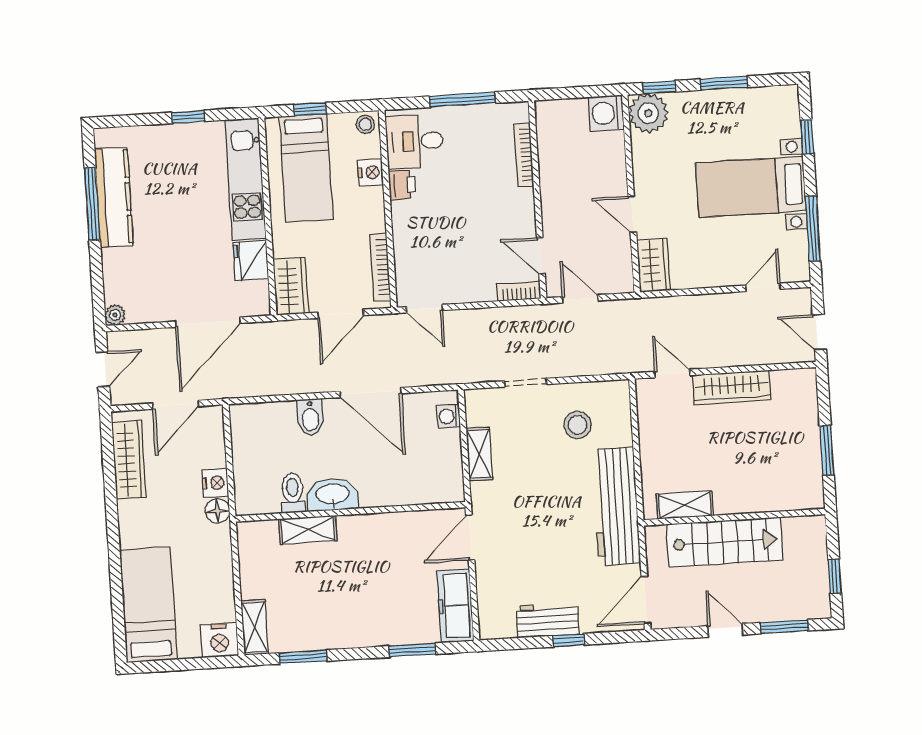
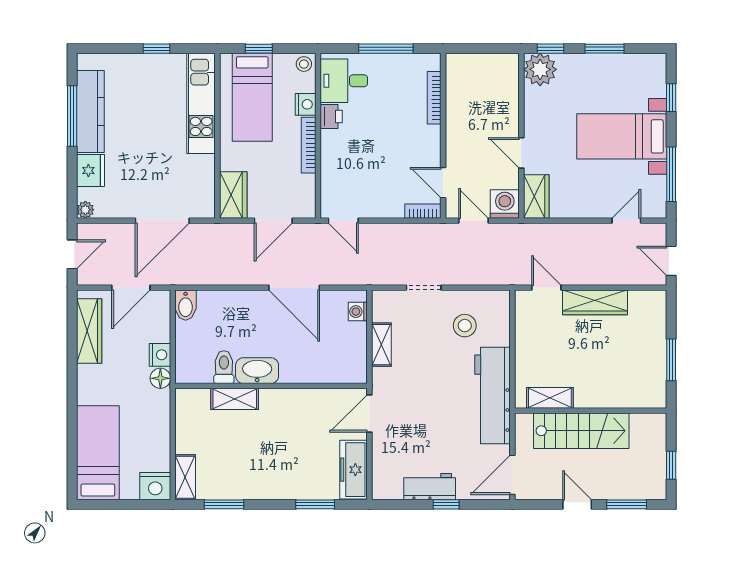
washing machine: (606, 113) -> (505, 204), moved, turned 90
fridge: (251, 261) -> (91, 171), moved, turned 180
bookcase: (380, 267) -> (309, 145), moved
bidet: (310, 417) -> (186, 305), moved

